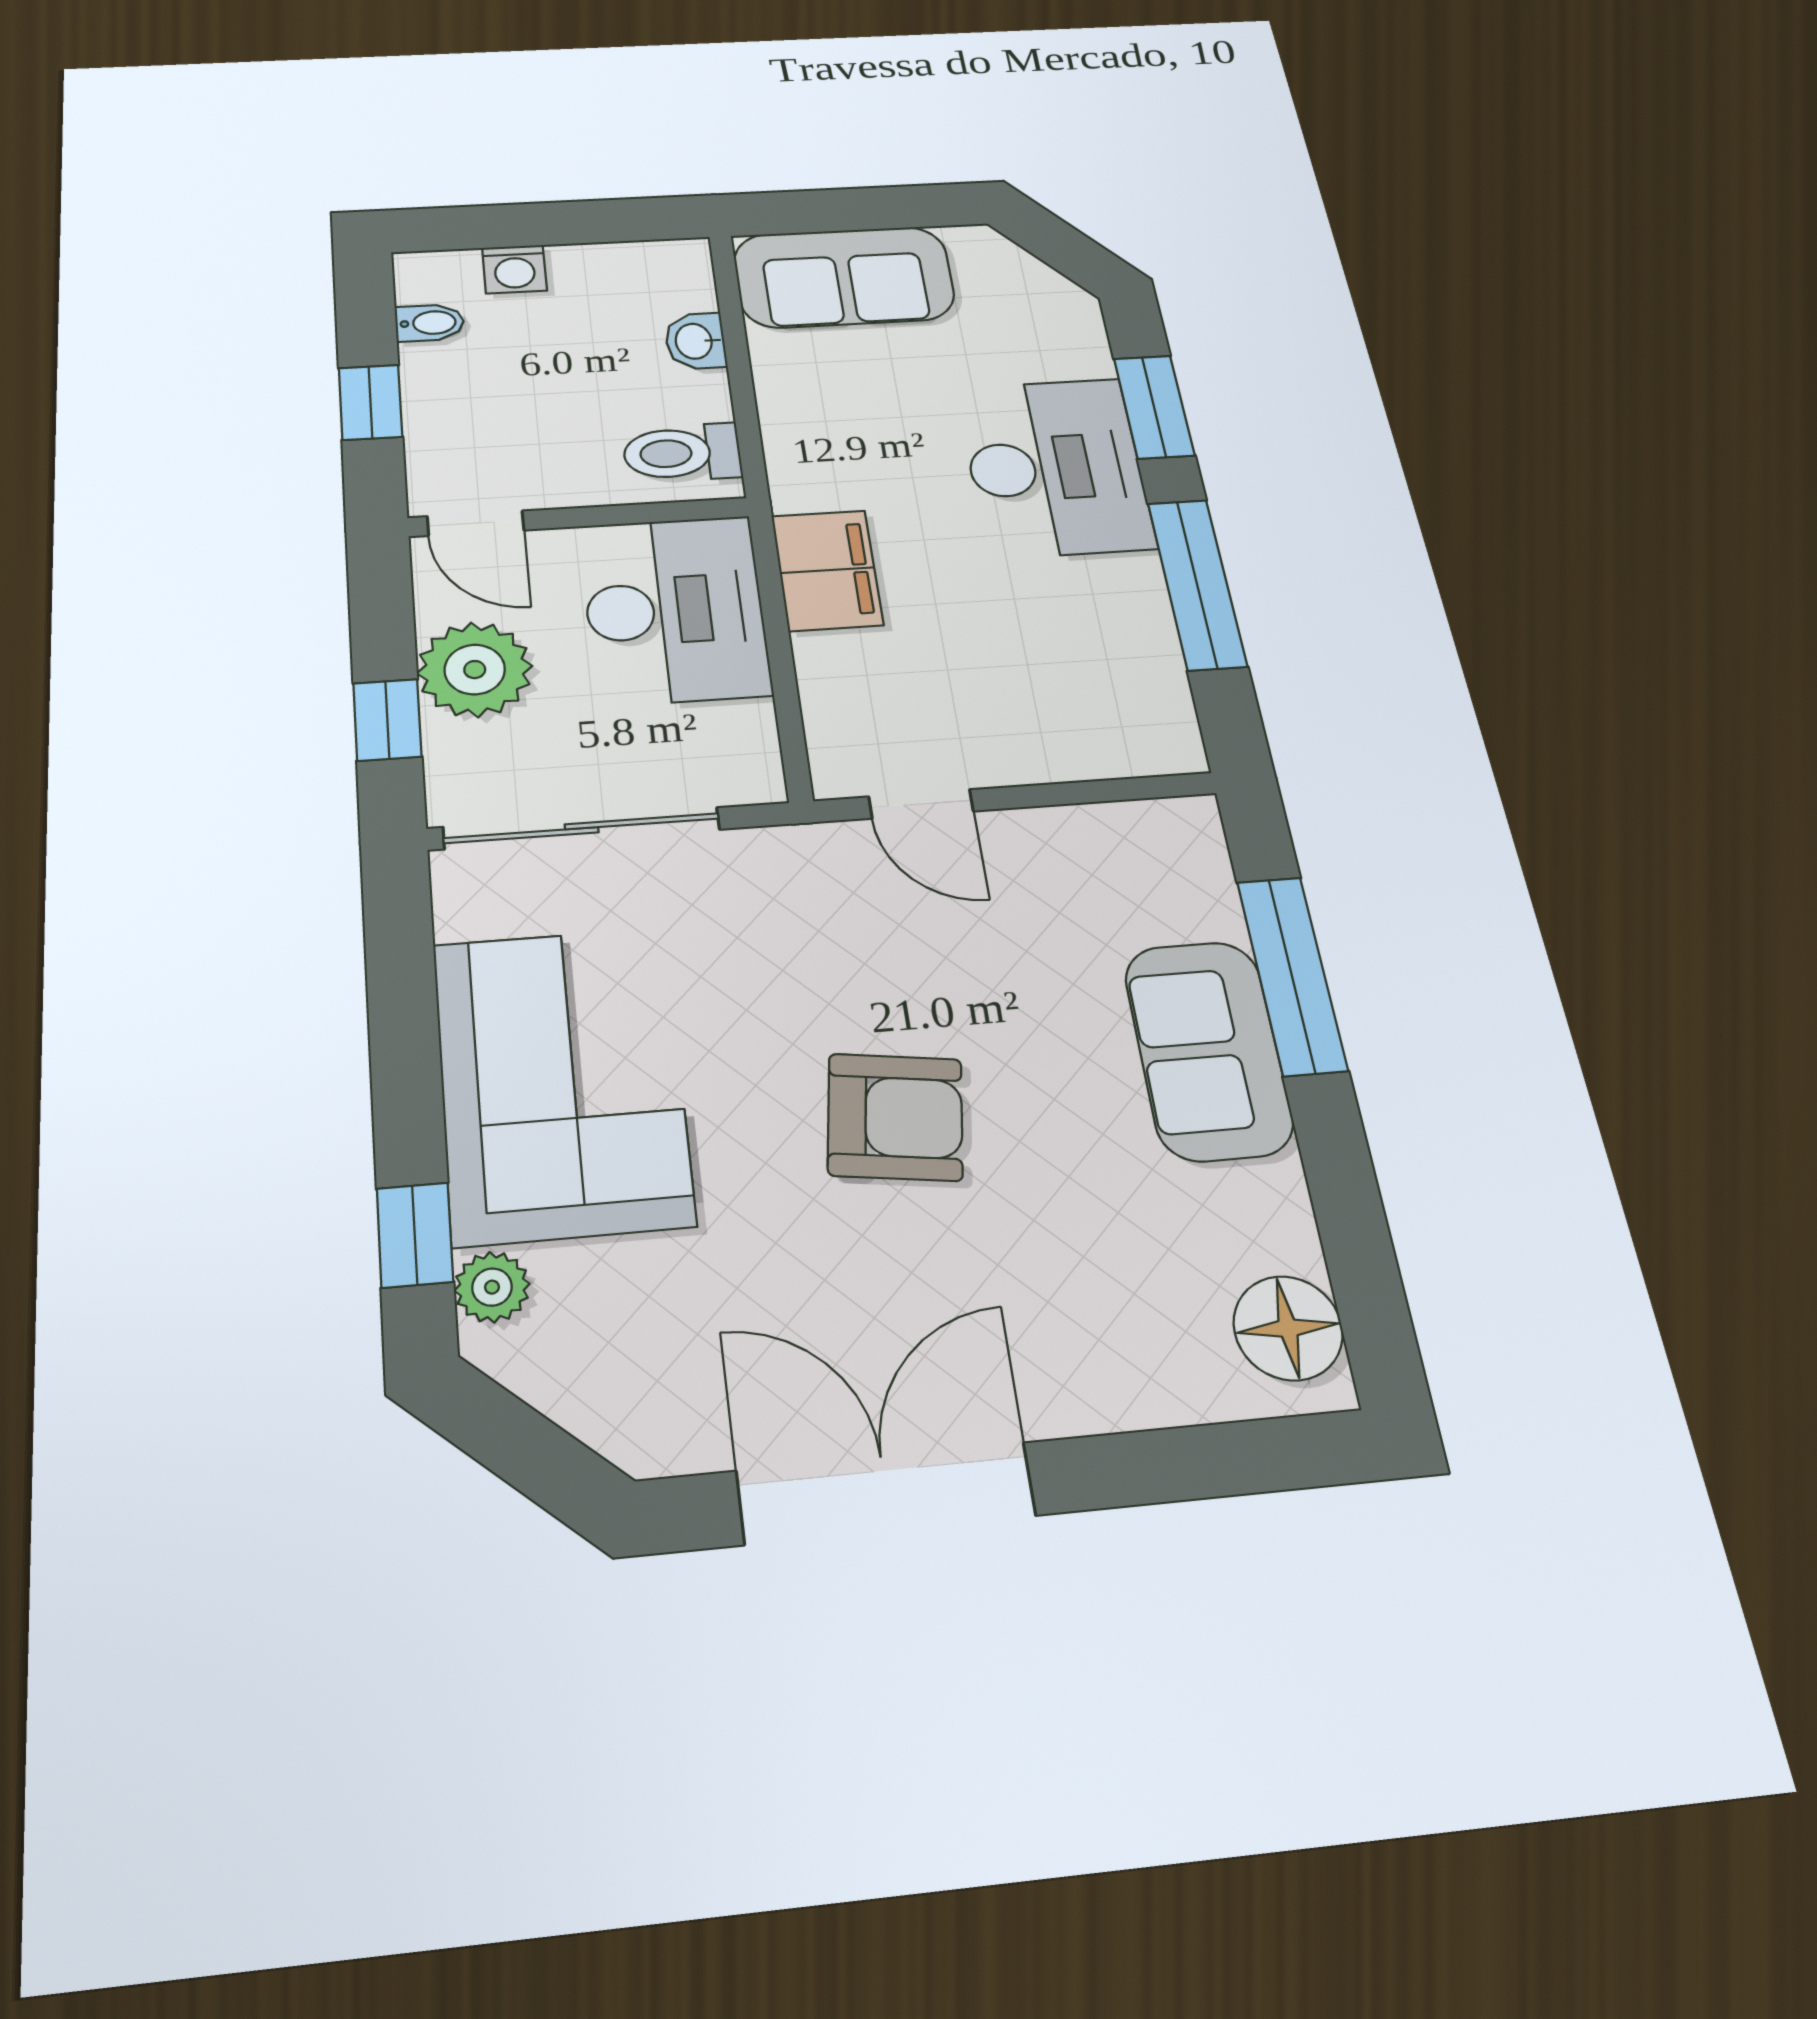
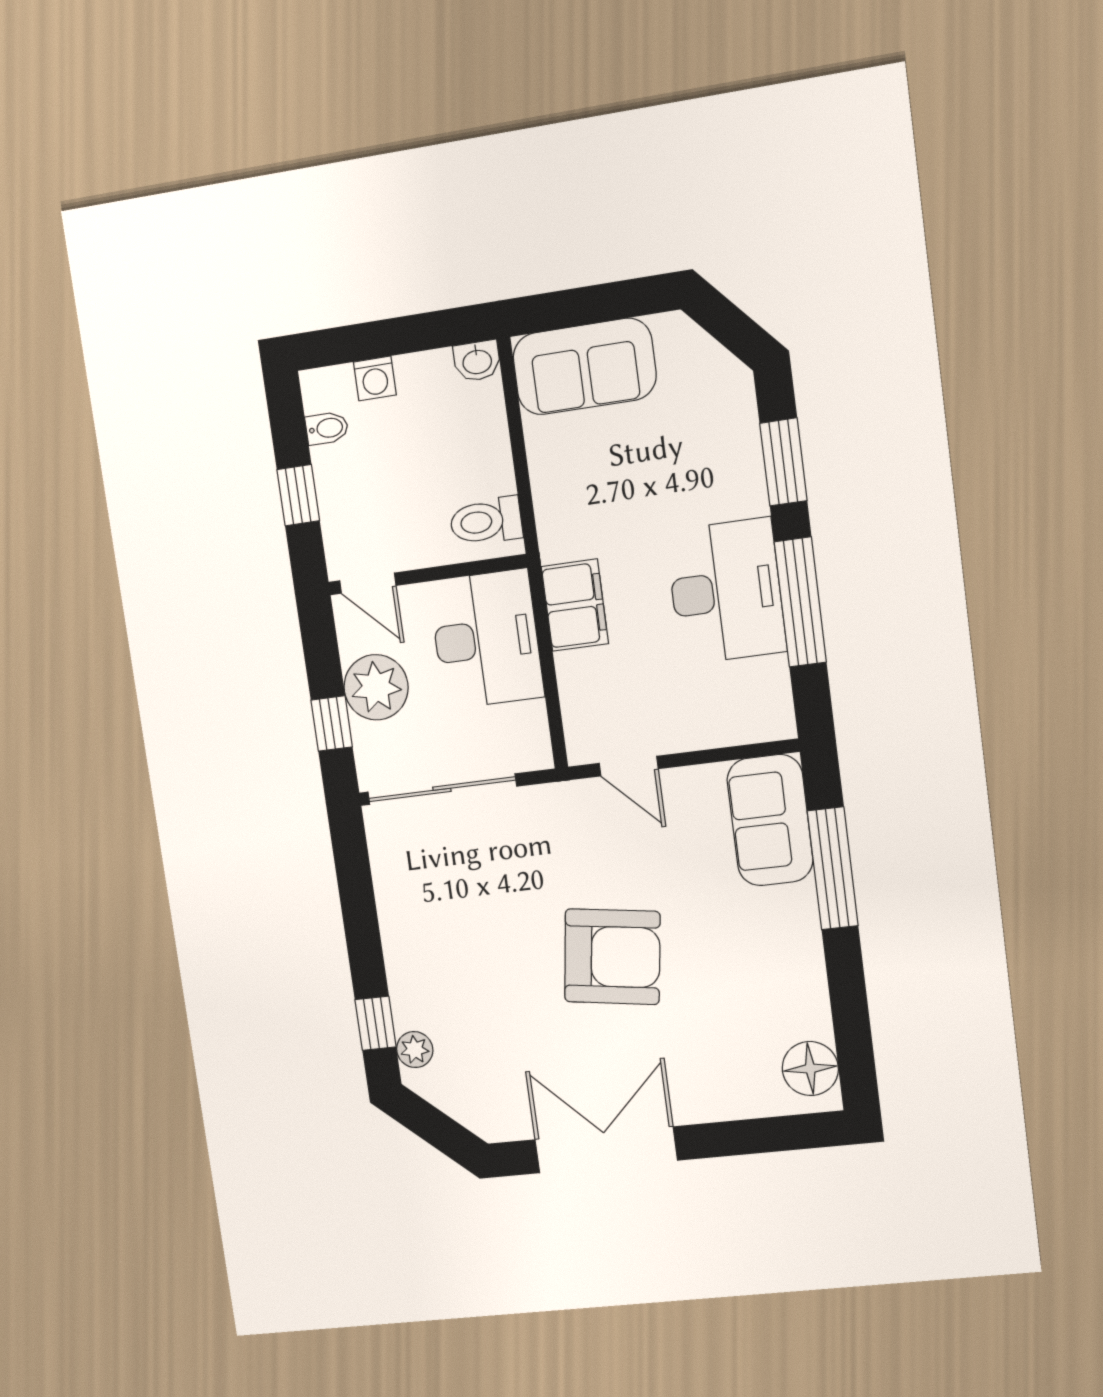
washbasin: (695, 341) -> (477, 361), moved, turned -90
desk: (1055, 467) -> (726, 591), moved
sofa: (1208, 1050) -> (770, 820), moved
corner sofa: (562, 1083) -> (441, 941), removed
armchair: (895, 1117) -> (612, 957), width x1.36, depth x1.36

